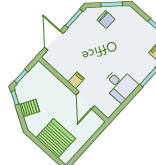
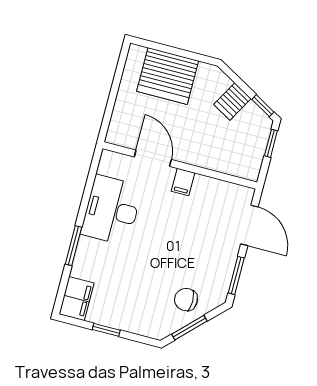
desk: (120, 85) -> (112, 210), width x1.37

